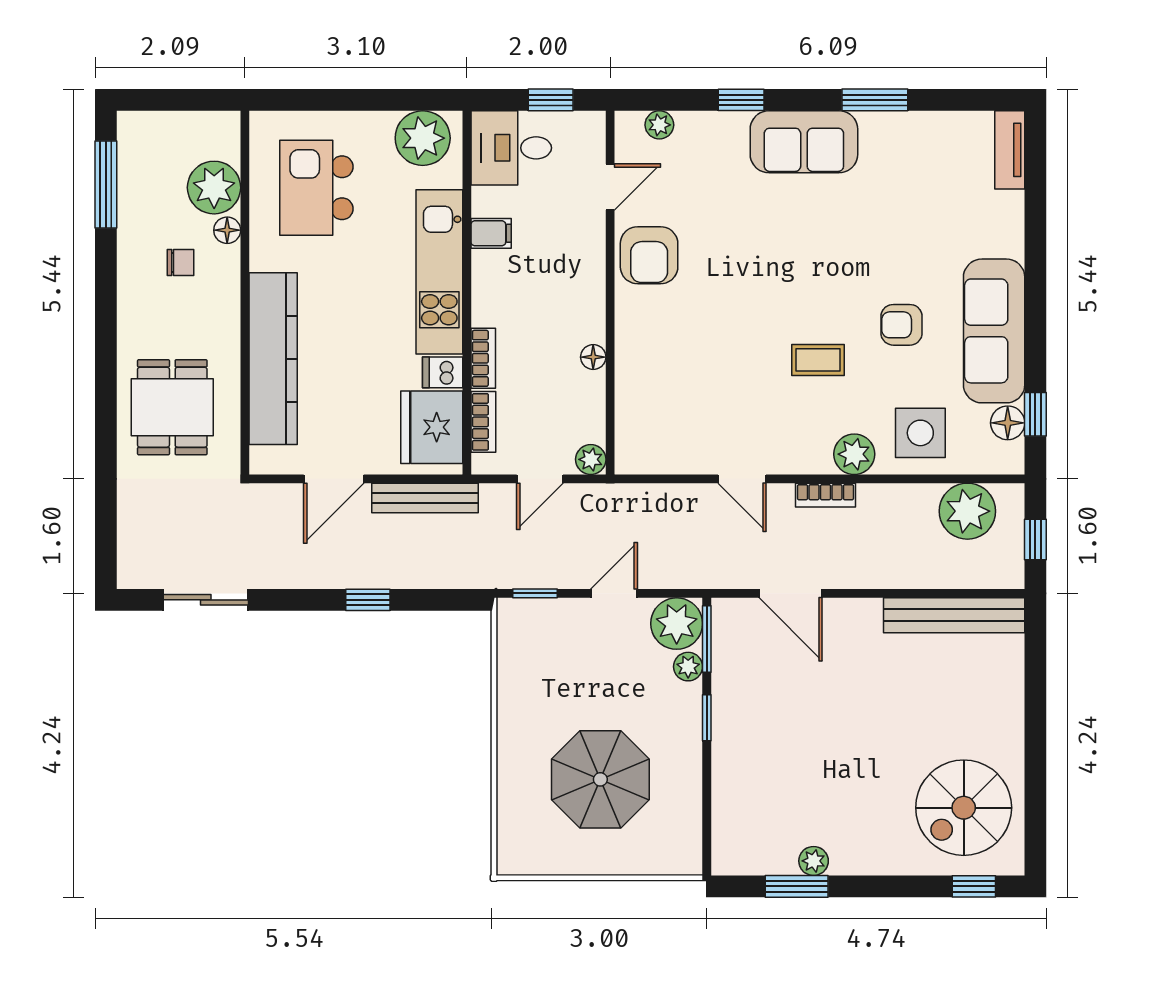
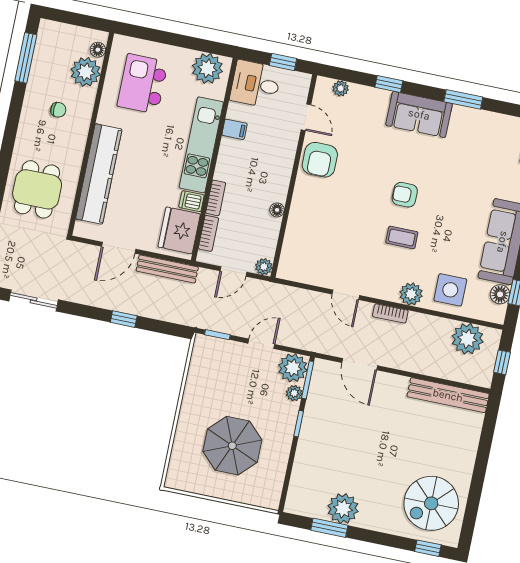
door: (610, 187) -> (306, 117), hinge flipped
floor lamp: (227, 230) -> (98, 50), moved
armchair: (902, 325) -> (405, 195), moved
plant: (814, 861) -> (343, 509), width x1.87, depth x1.87

